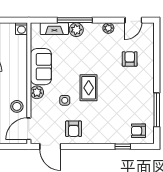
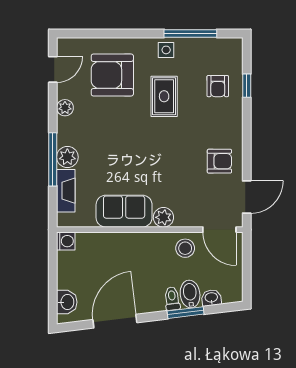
door: (133, 20) -> (53, 69), hinge flipped
armchair: (130, 59) -> (112, 75), width x1.88, depth x1.88
rug: (89, 88) -> (164, 96), moved, turned 90
side table: (65, 100) -> (166, 50), moved
armchair: (138, 131) -> (218, 86), moved

